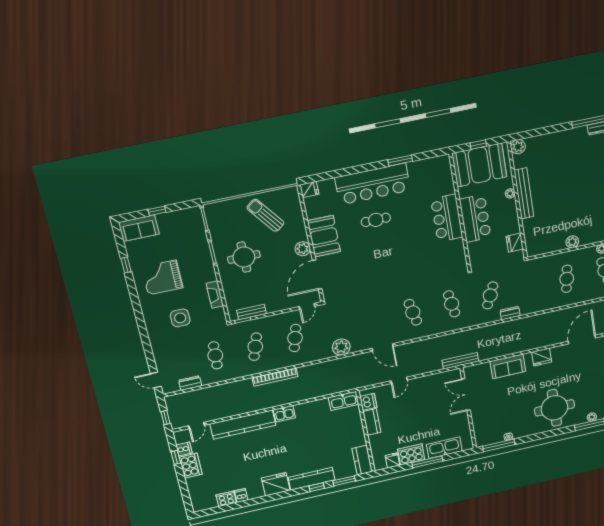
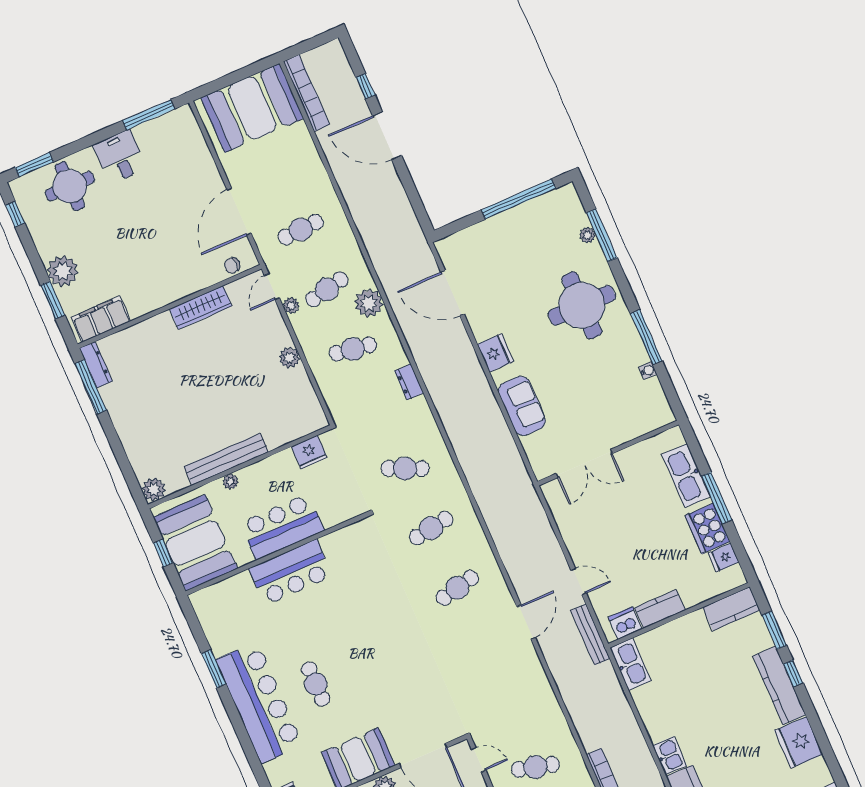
dresser: (510, 313) -> (409, 382), moved
plant: (341, 347) -> (369, 303), moved
bench: (460, 361) -> (590, 634), moved
window: (499, 445) -> (646, 337), moved

